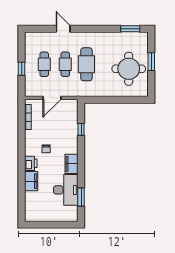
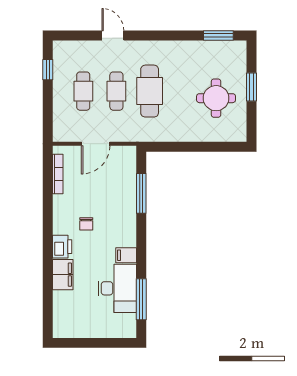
window: (22, 69) -> (48, 70), moved
round table: (129, 69) -> (216, 98), width x0.73, depth x0.73
window: (81, 129) -> (141, 193), width x2.17
filing cabinet: (71, 164) -> (126, 255), width x0.50
window: (81, 197) -> (141, 299), width x1.44

